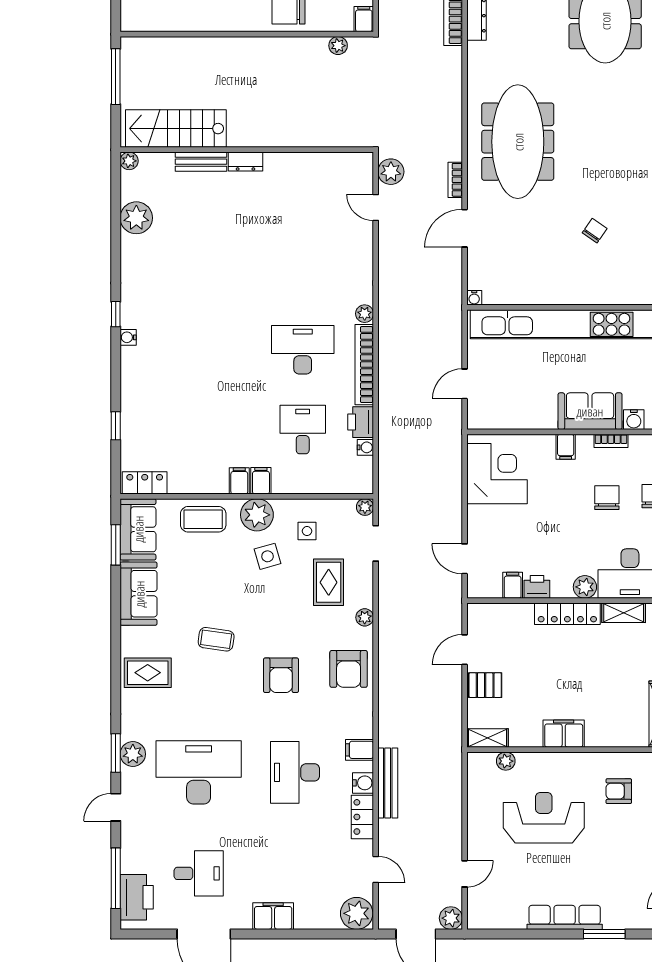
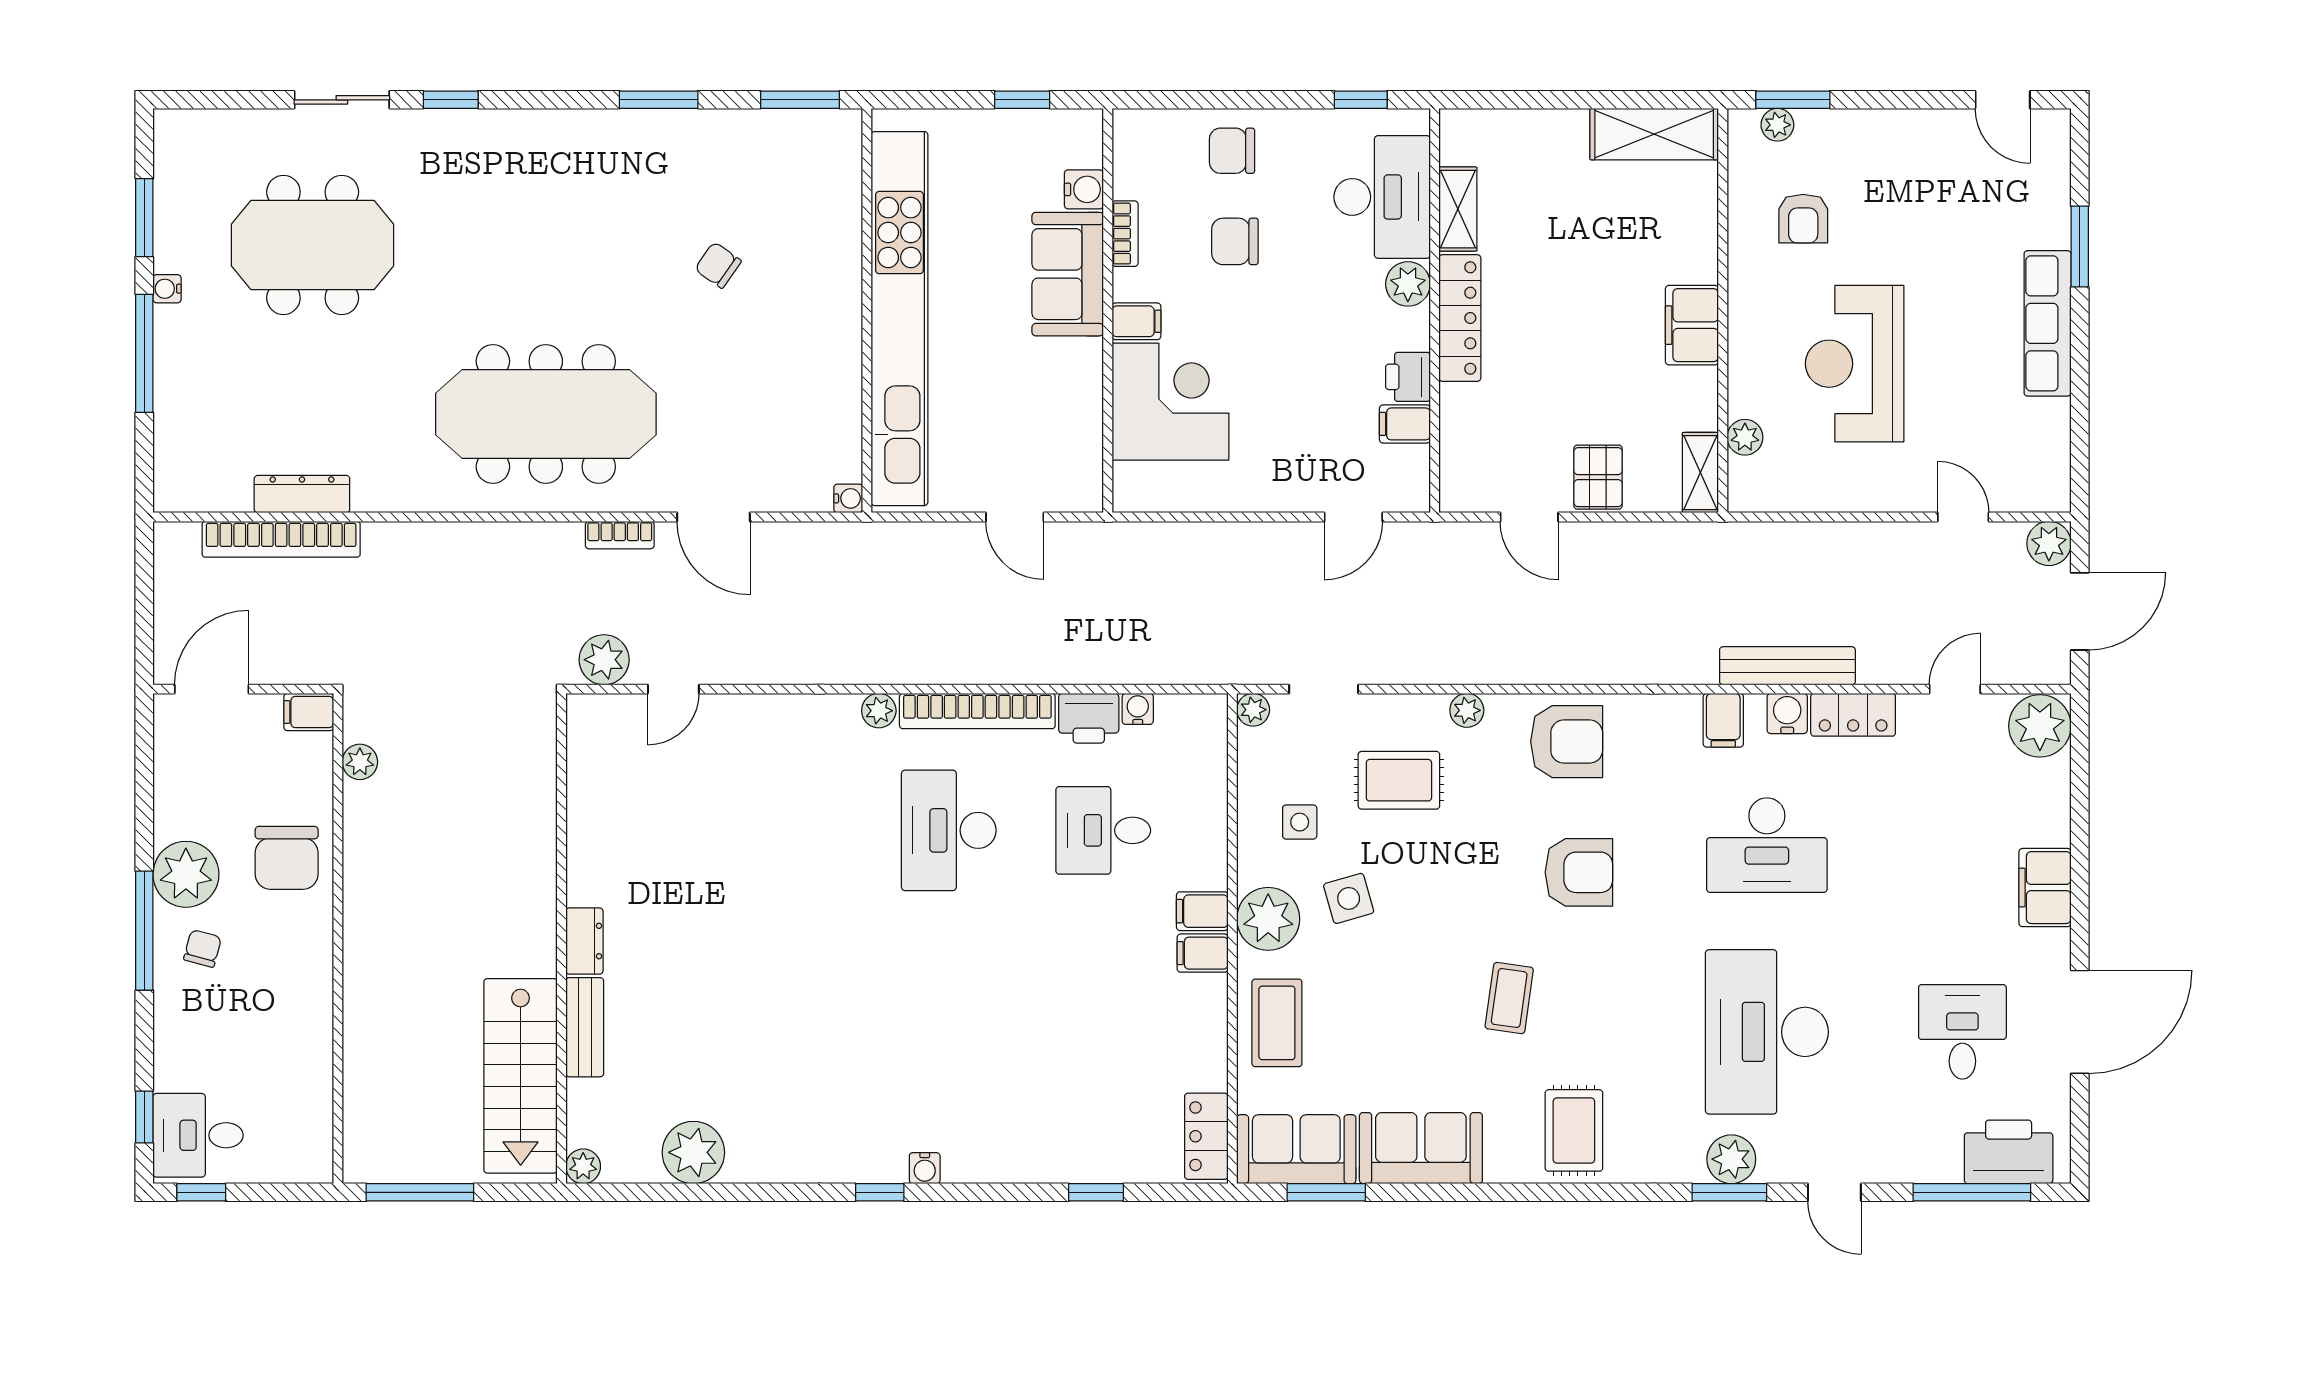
corner desk: (497, 474) -> (1170, 402), moved, turned 90

